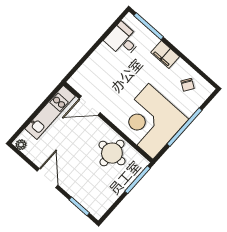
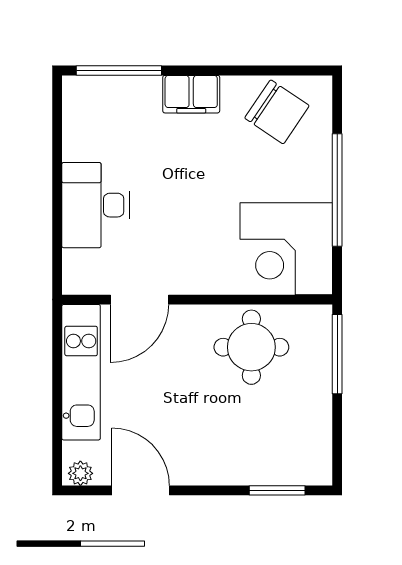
desk: (123, 40) -> (95, 205), moved, width x1.37
chair: (188, 85) -> (277, 112), width x1.87, depth x1.87
corner desk: (151, 121) -> (286, 249), width x0.74, depth x0.74
door: (47, 178) -> (141, 490), moved

